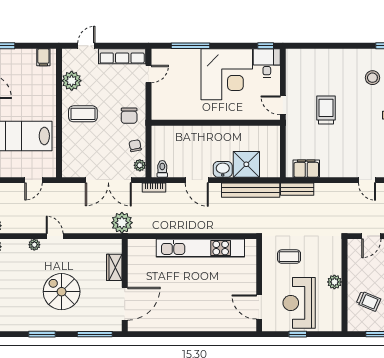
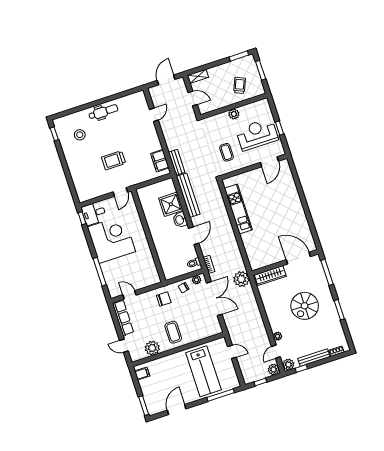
door: (55, 236) -> (276, 352), moved
kitchen unit: (200, 248) -> (238, 209), width x0.73
wardrobe: (114, 267) -> (270, 276), width x1.50
reception desk: (299, 303) -> (257, 134), turned 180

